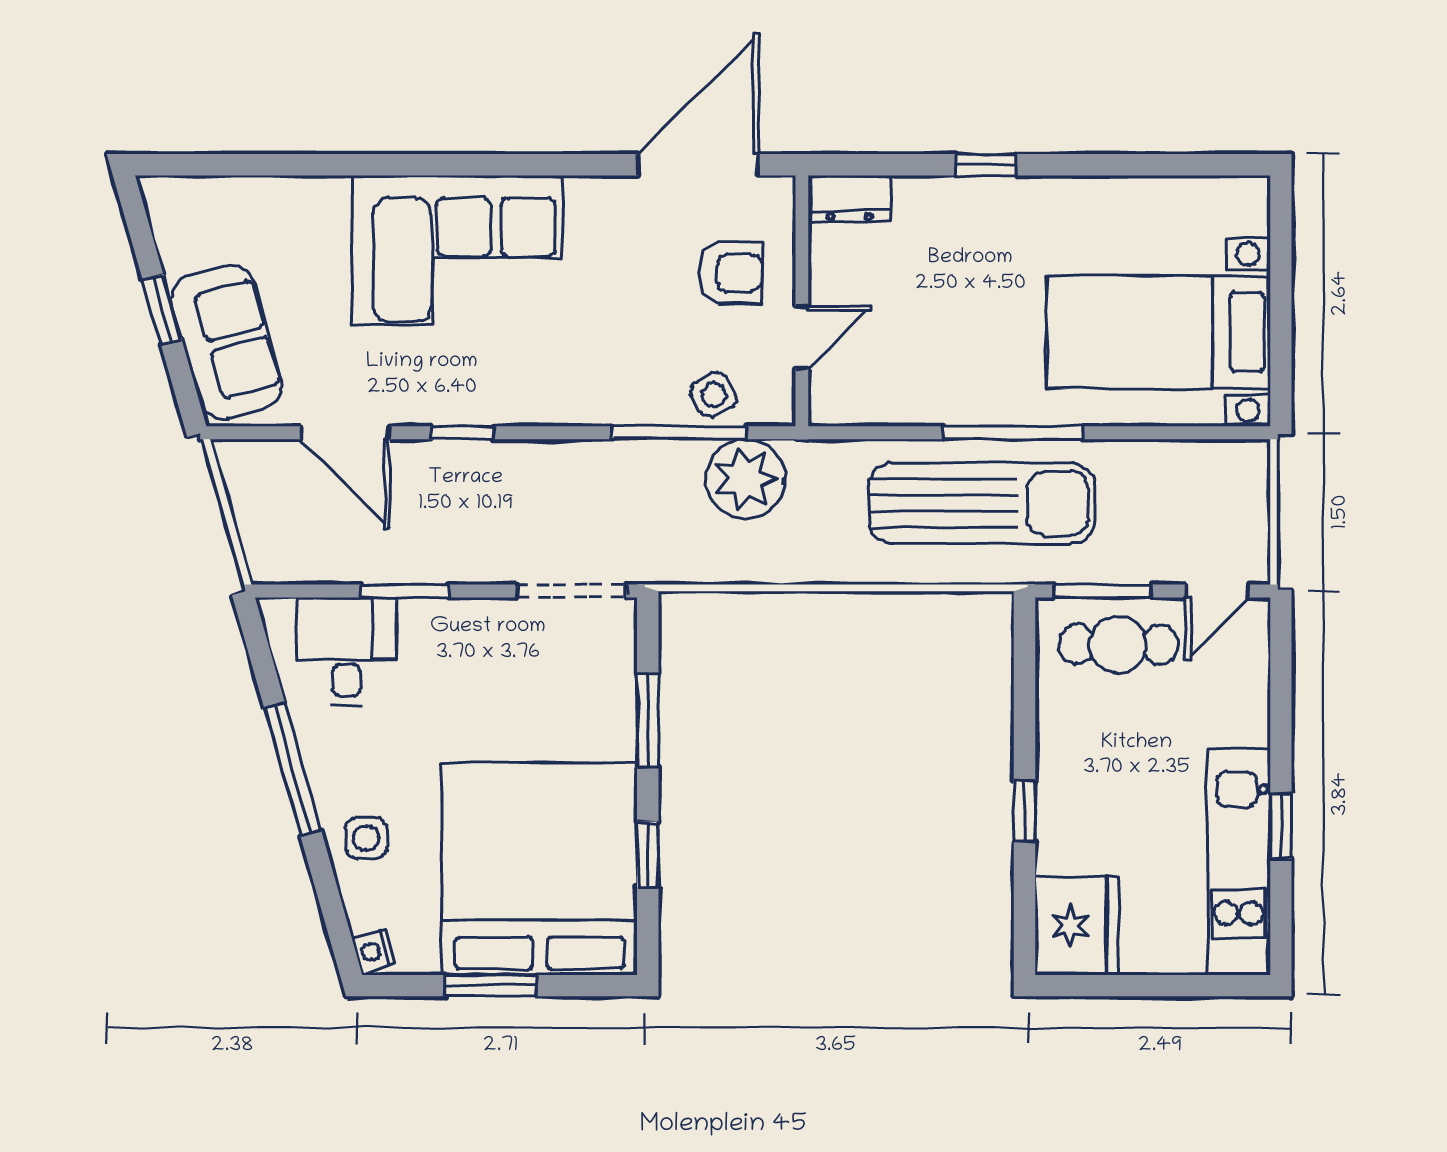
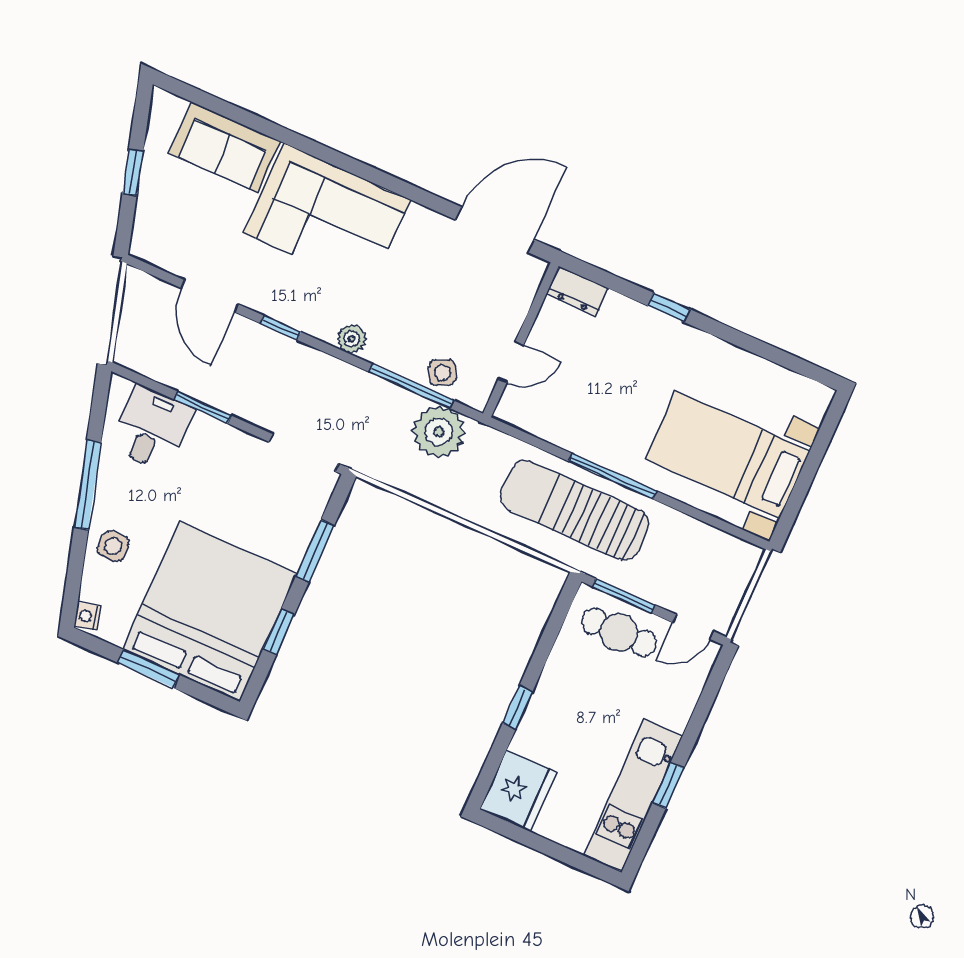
armchair: (731, 273) -> (485, 304), removed
sofa: (227, 342) -> (225, 147), moved, turned 106
plant: (567, 404) -> (352, 339), added
sun lounger: (982, 503) -> (575, 510), turned 180

